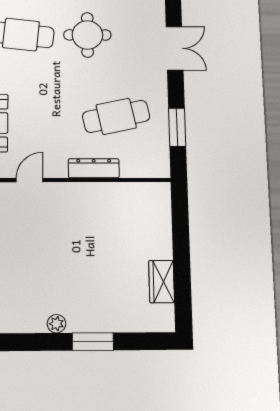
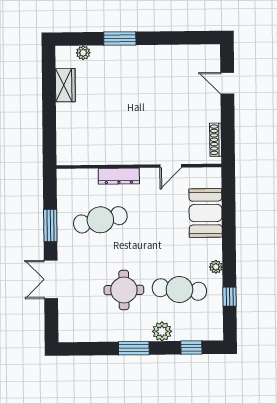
window: (177, 127) -> (50, 225), moved
plant: (56, 324) -> (83, 53), moved

